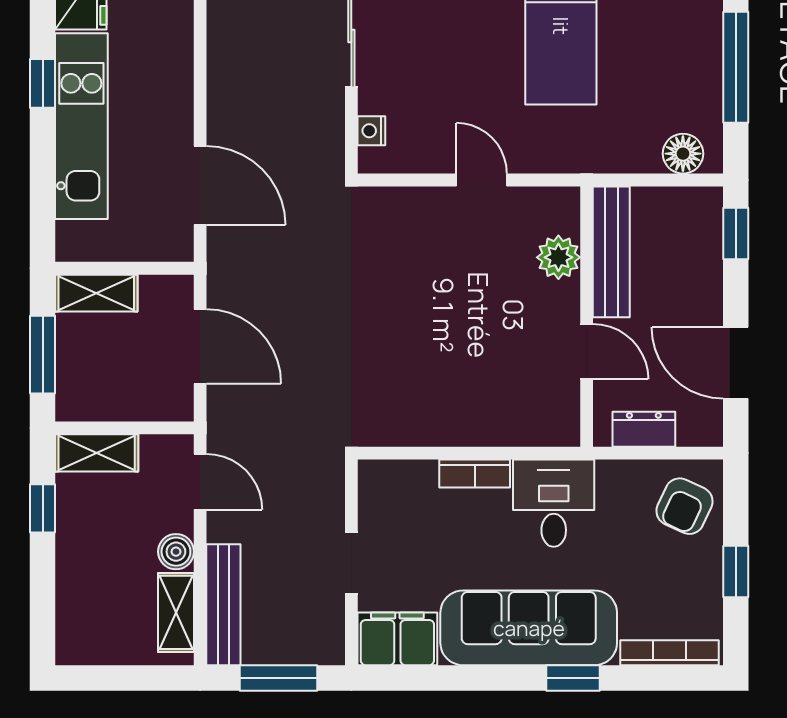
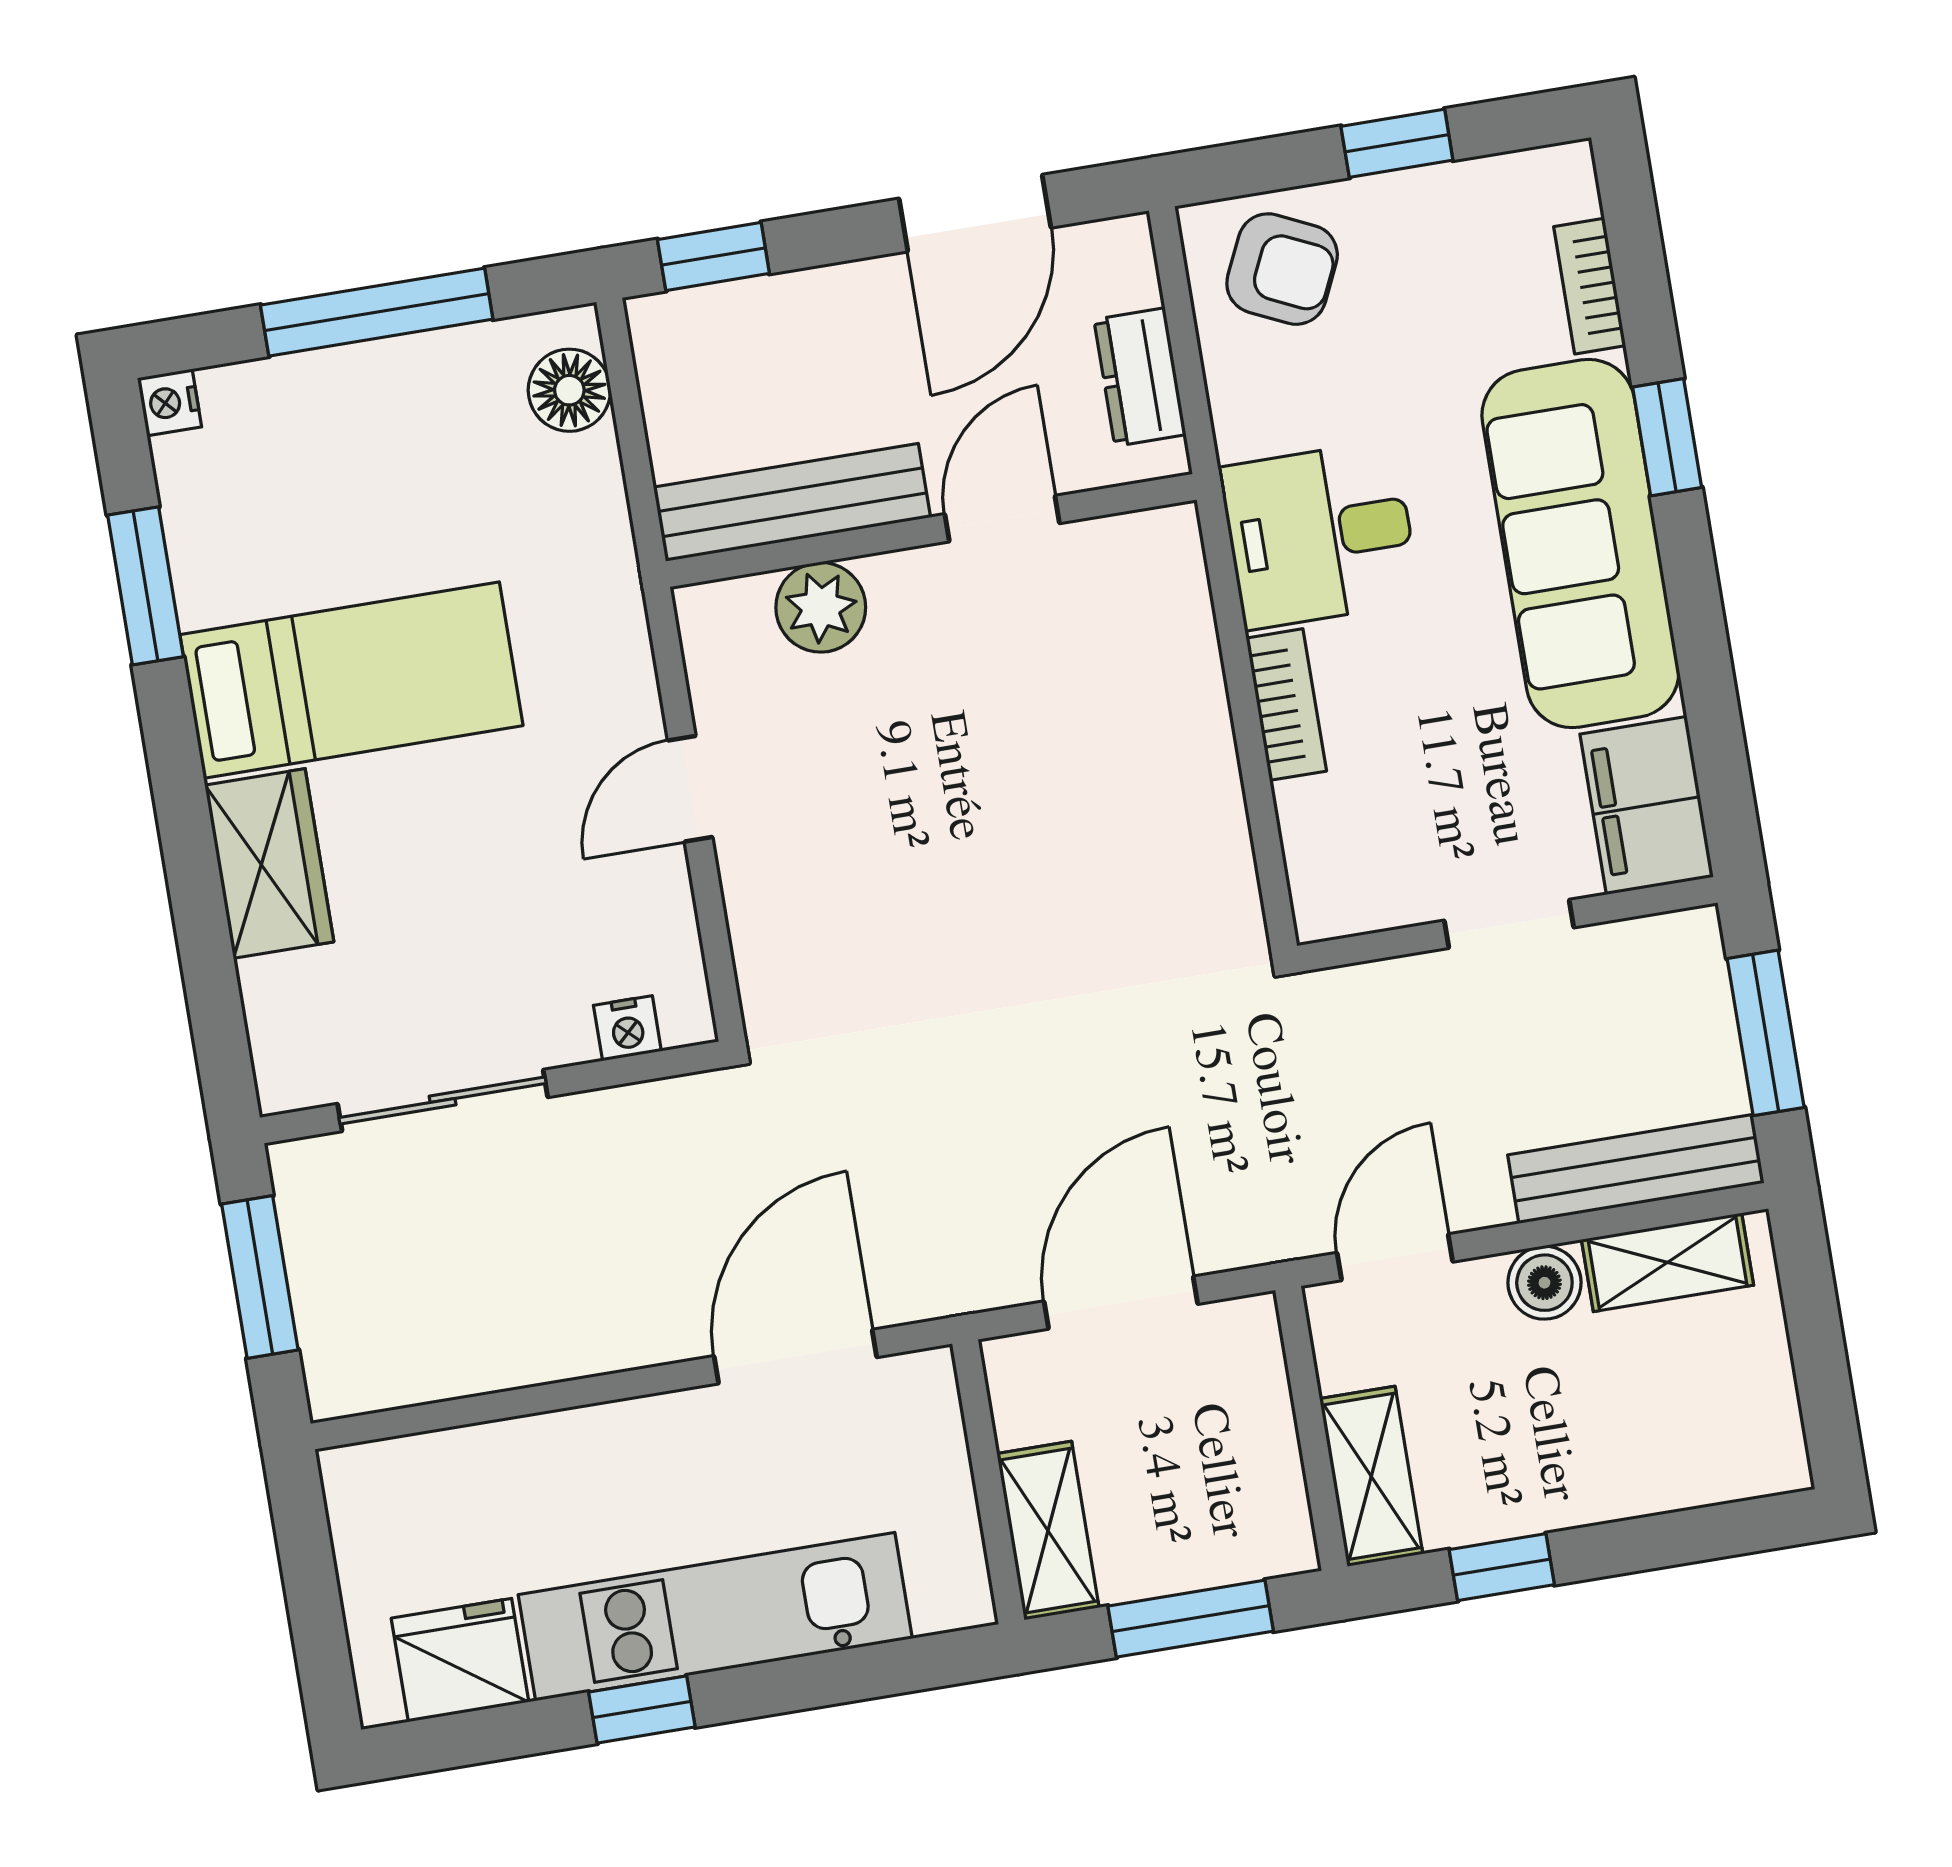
bookcase: (669, 653) -> (1590, 286), width x0.64

